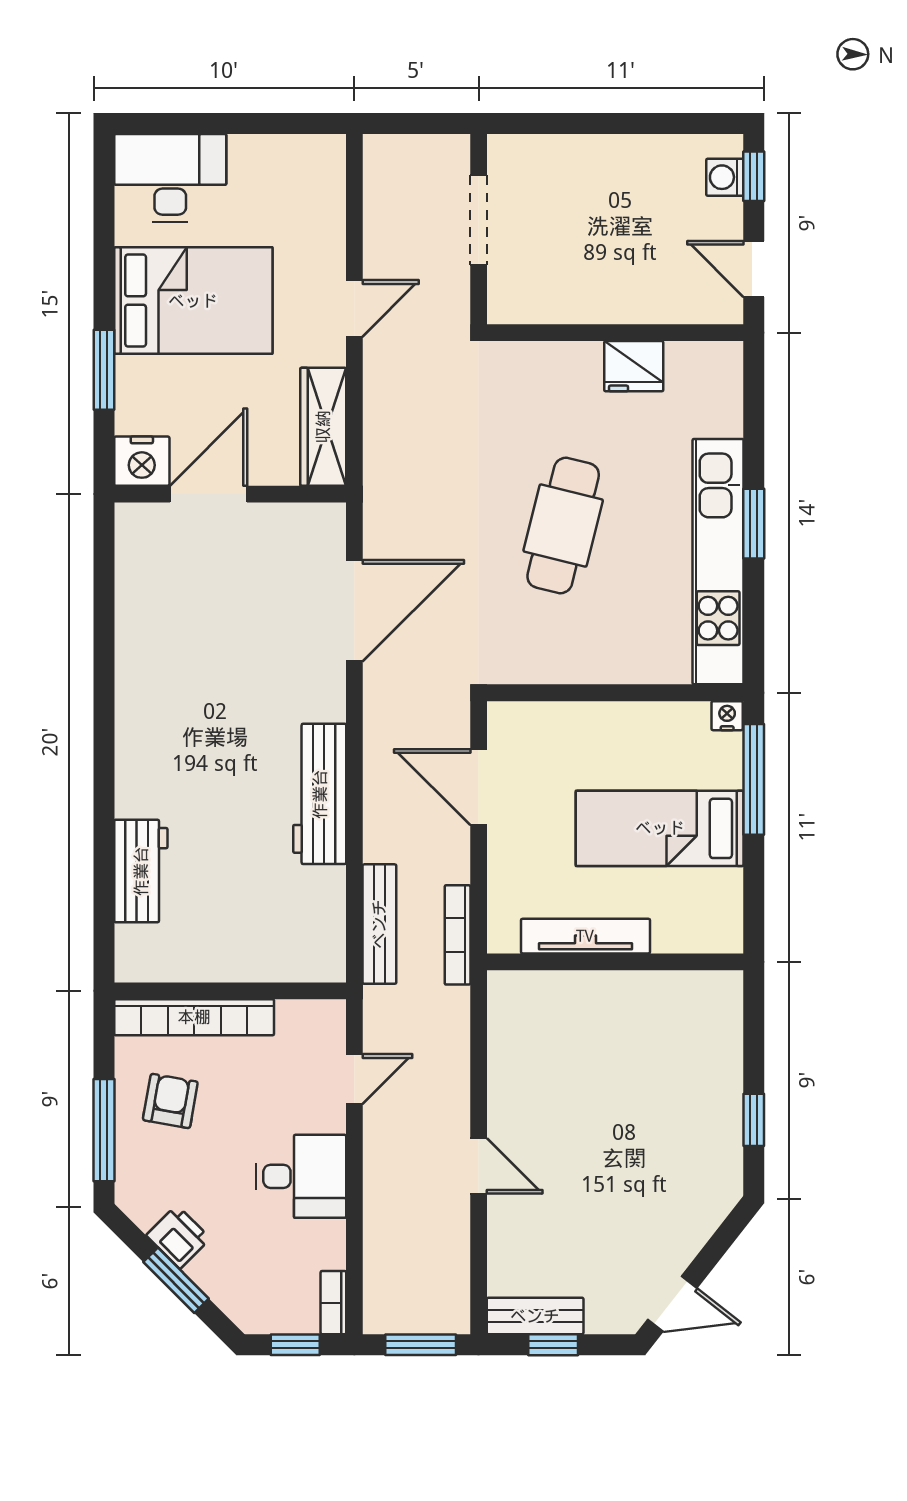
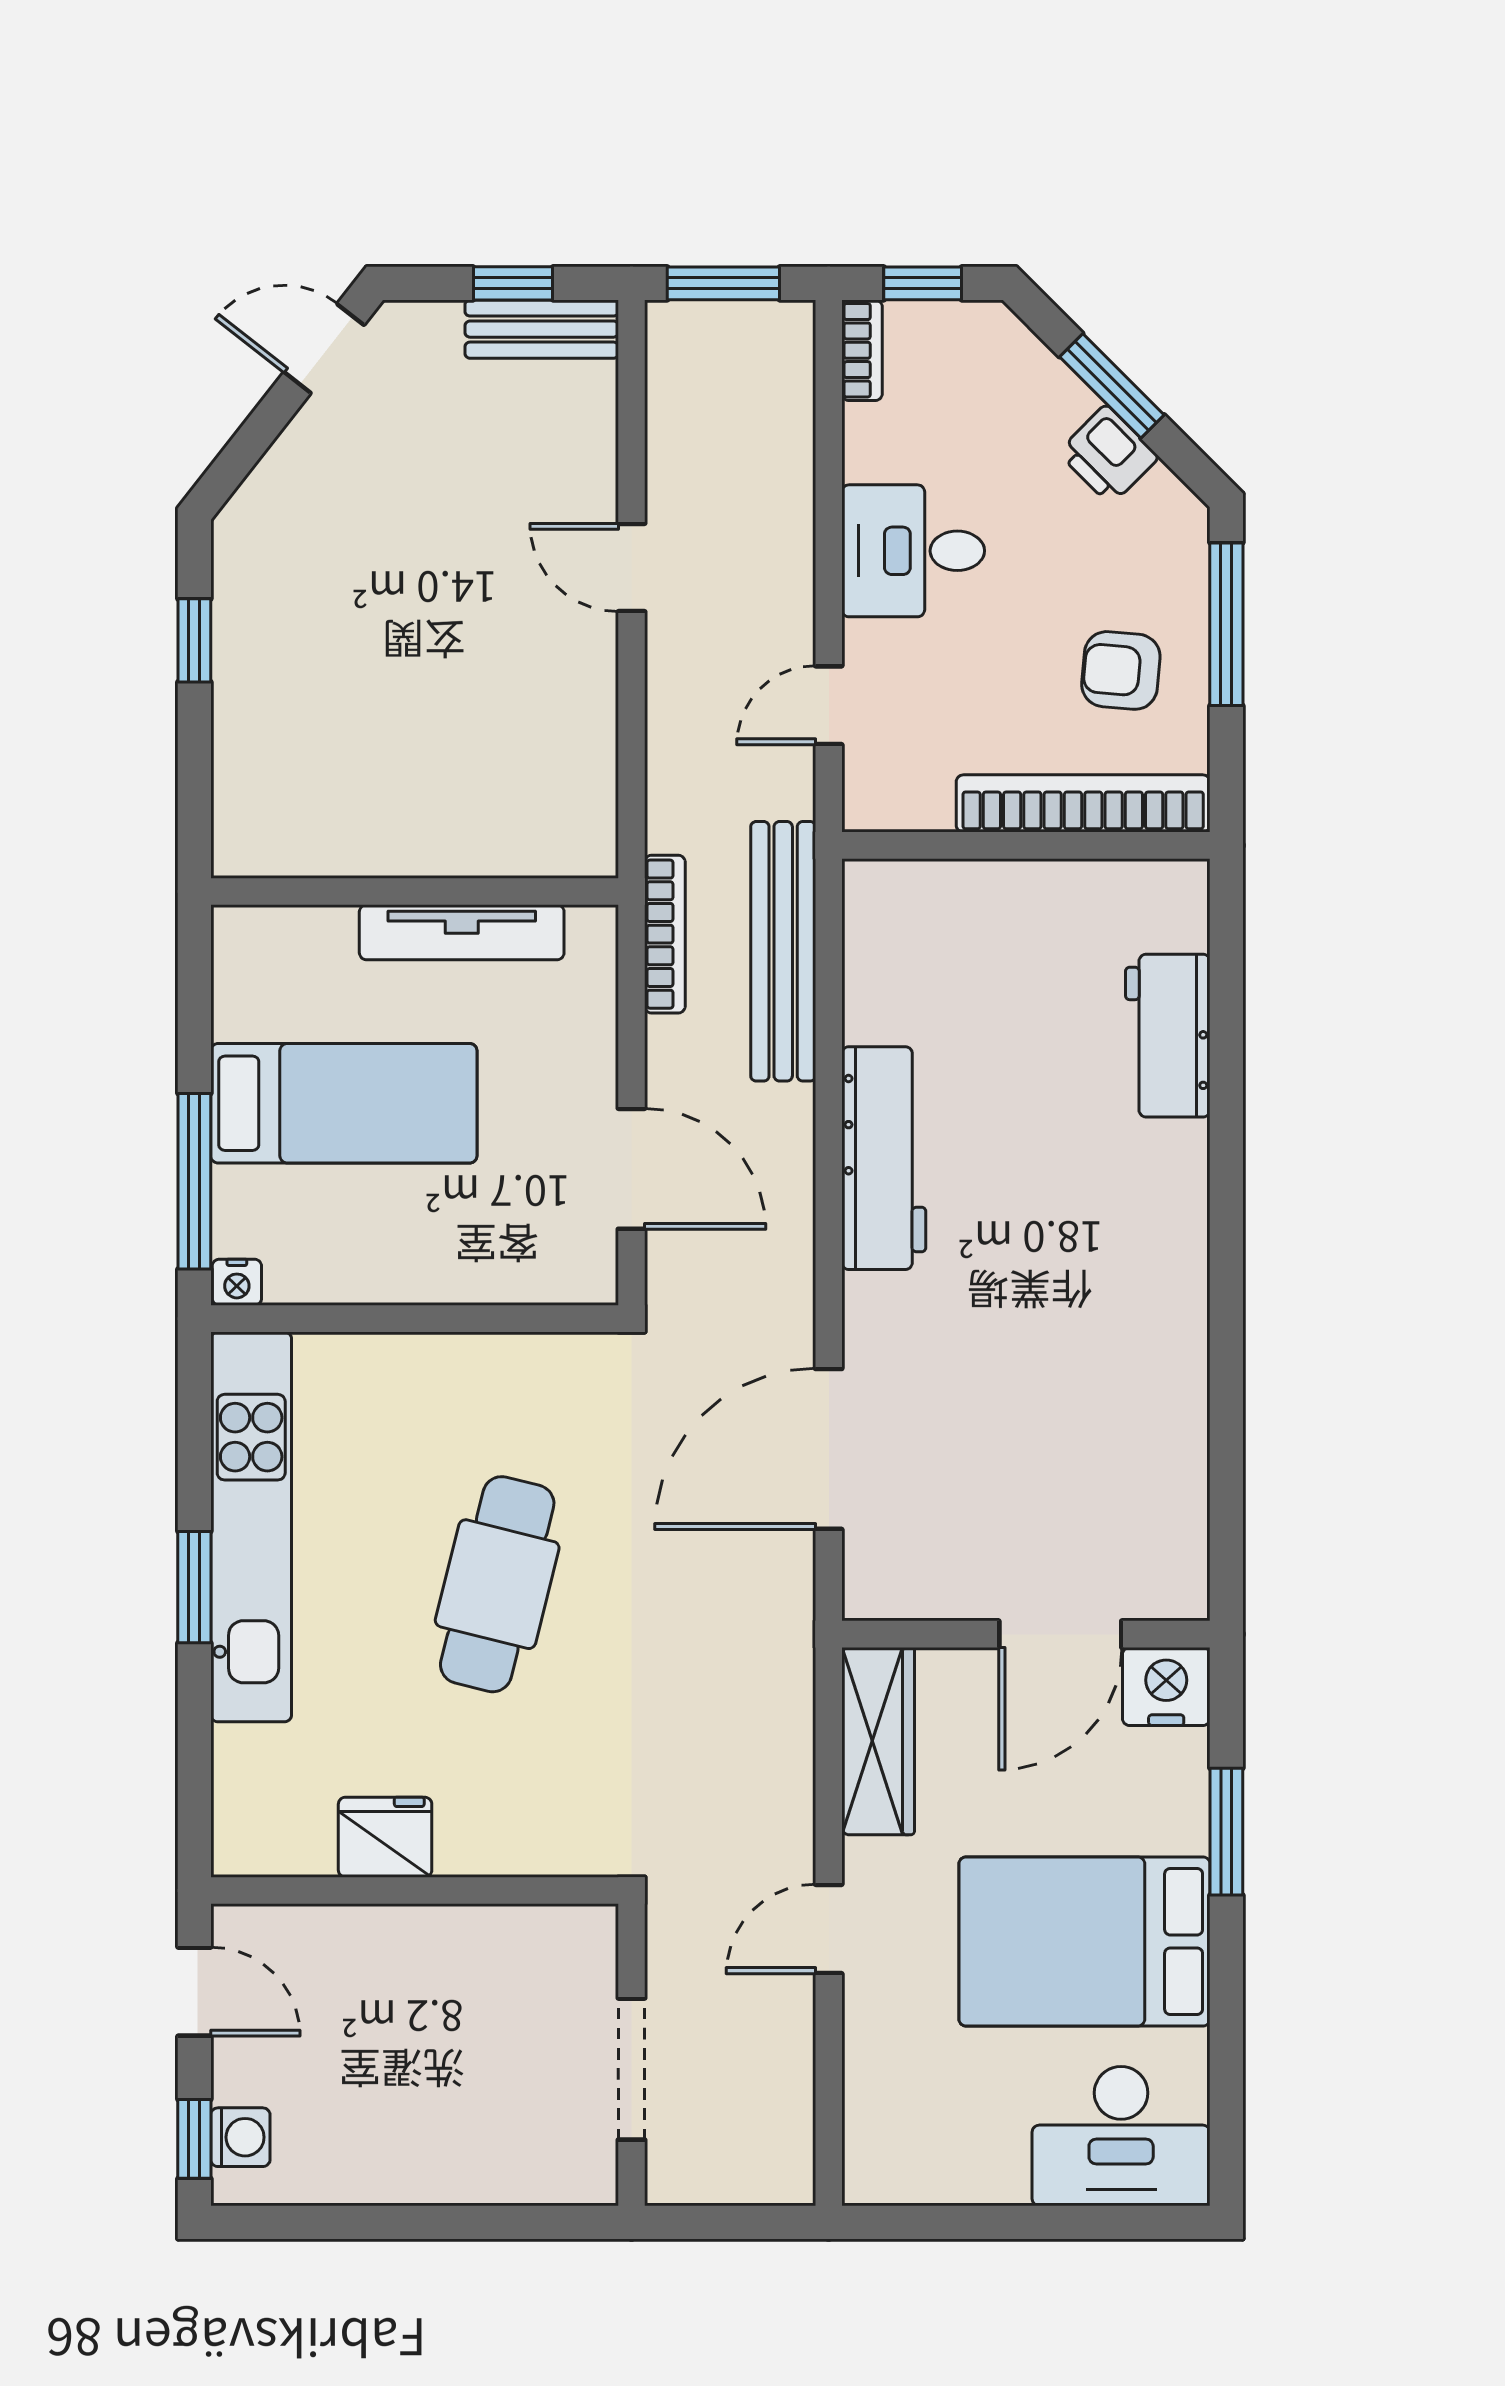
bench: (379, 924) -> (783, 951), width x1.37, depth x1.21
armchair: (170, 1101) -> (1121, 670), turned 85

